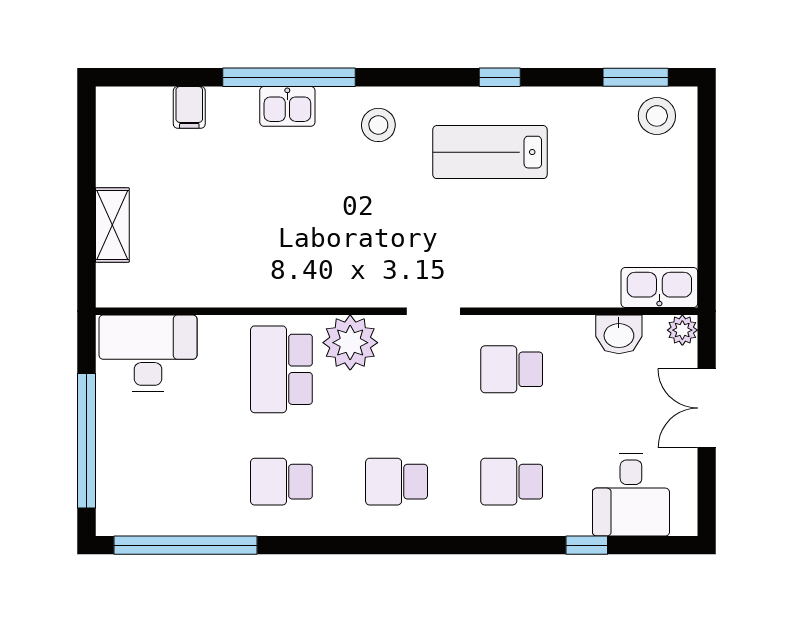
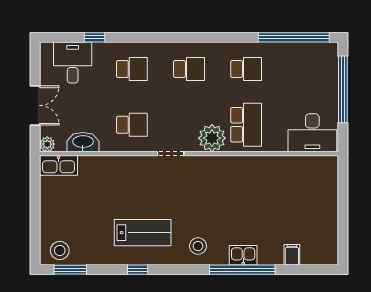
shelving: (112, 225) -> (330, 196), removed
washbasin: (619, 334) -> (83, 142), width x1.38

